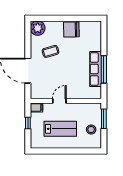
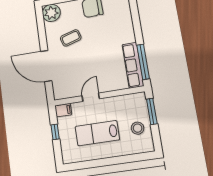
row of seats: (96, 69) -> (133, 65), moved
window: (104, 69) -> (143, 62), moved
lab bench: (60, 129) -> (97, 133), turned 180

